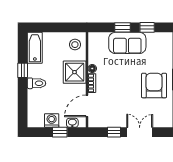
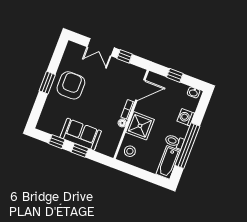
window: (23, 70) -> (187, 146), width x3.17
toilet: (37, 83) -> (174, 141), moved
armchair: (154, 86) -> (71, 85), turned 180
washing machine: (52, 120) -> (186, 117), moved, turned 90
washbasin: (72, 123) -> (194, 92), moved

